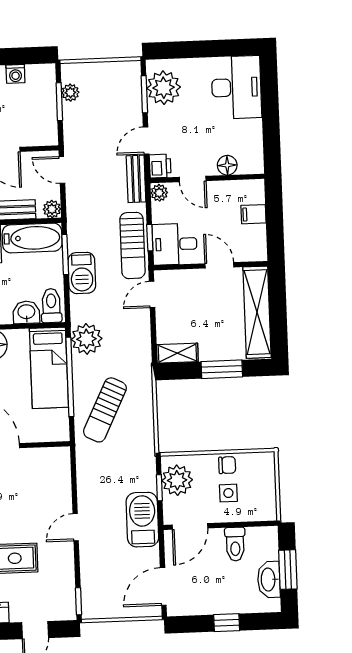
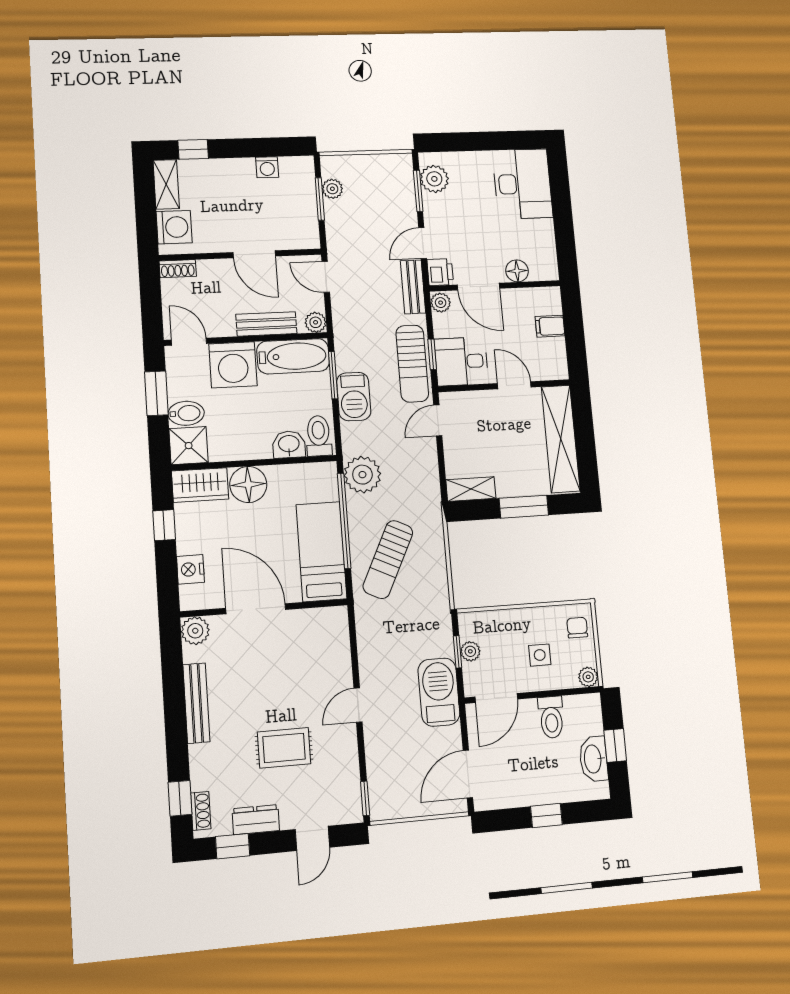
plant: (164, 88) -> (434, 179), width x0.73, depth x0.73
door: (193, 179) -> (478, 287), width x1.38
bed: (49, 368) -> (321, 552), moved, turned 180
chair: (227, 465) -> (577, 628), moved, turned -90
plant: (177, 480) -> (470, 651), width x0.53, depth x0.53
plant: (268, 513) -> (588, 677), added
window: (288, 570) -> (615, 745), width x0.67

